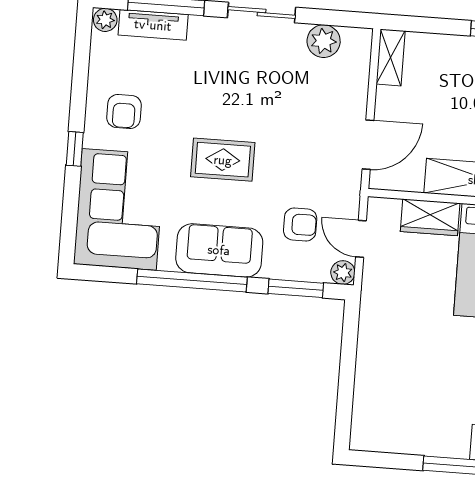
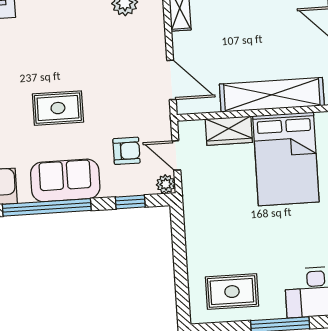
door: (368, 145) -> (171, 80), hinge flipped
window: (296, 288) -> (130, 202), width x0.67
rug: (406, 417) -> (232, 292), added

